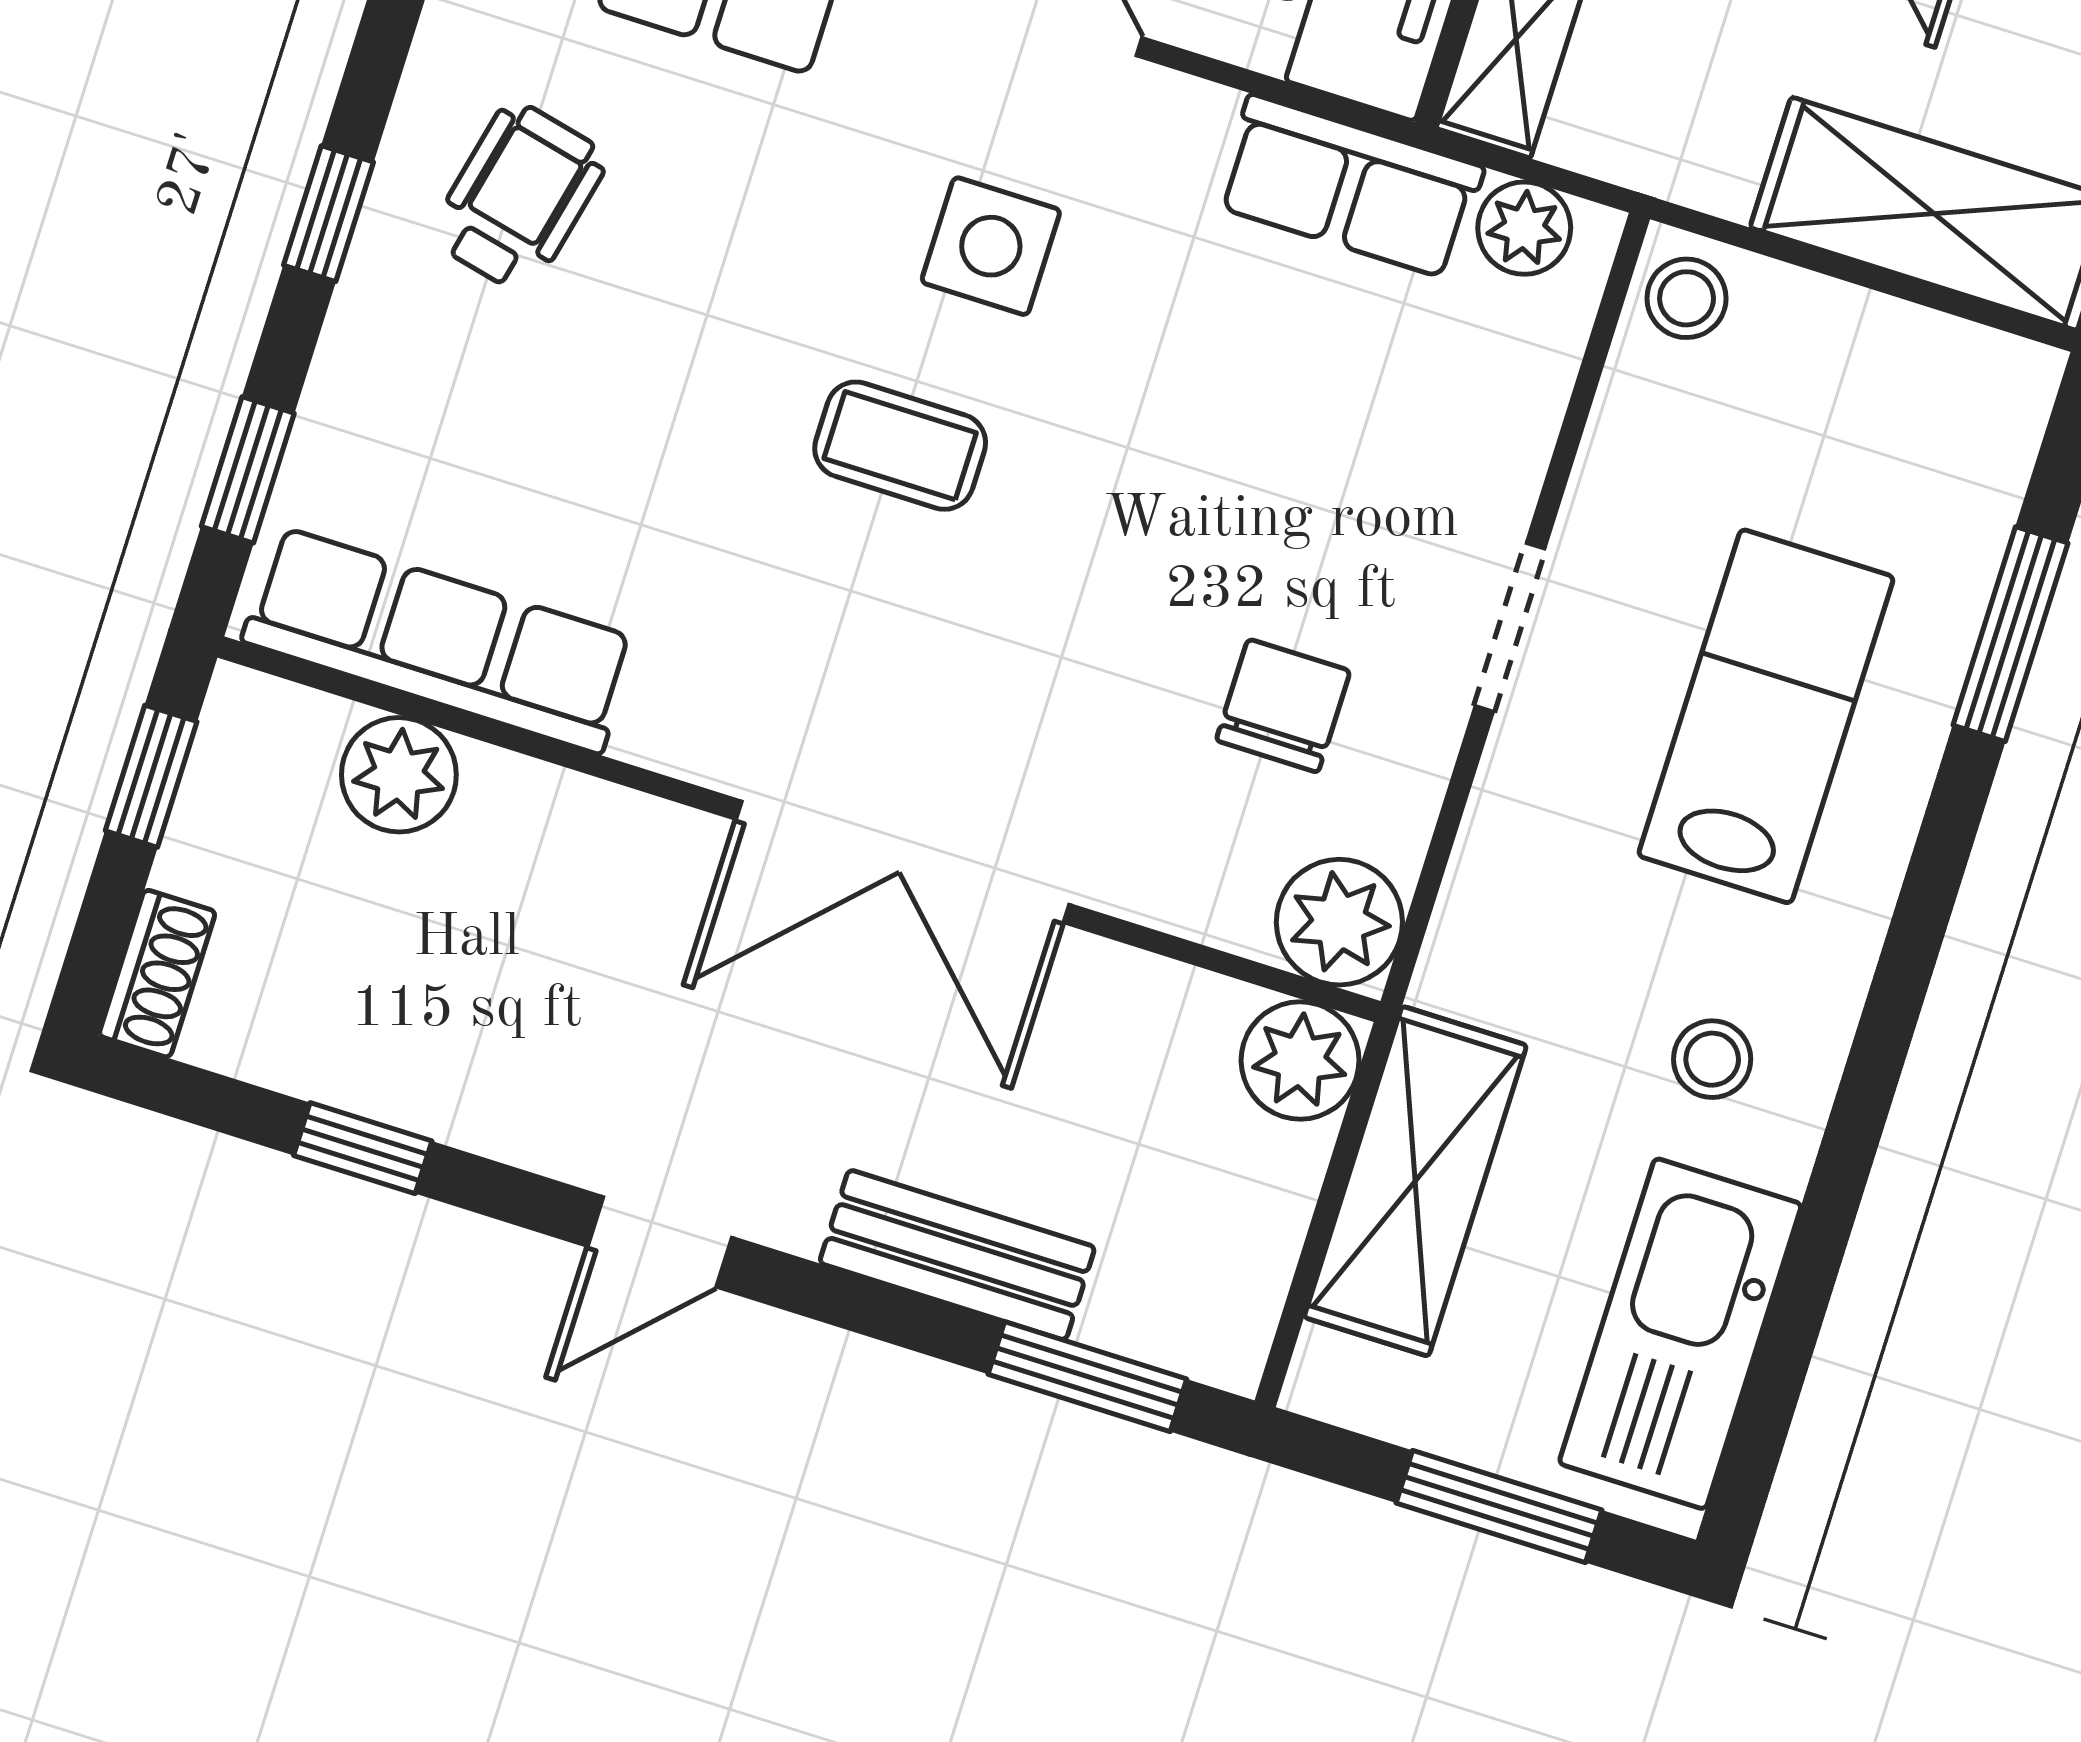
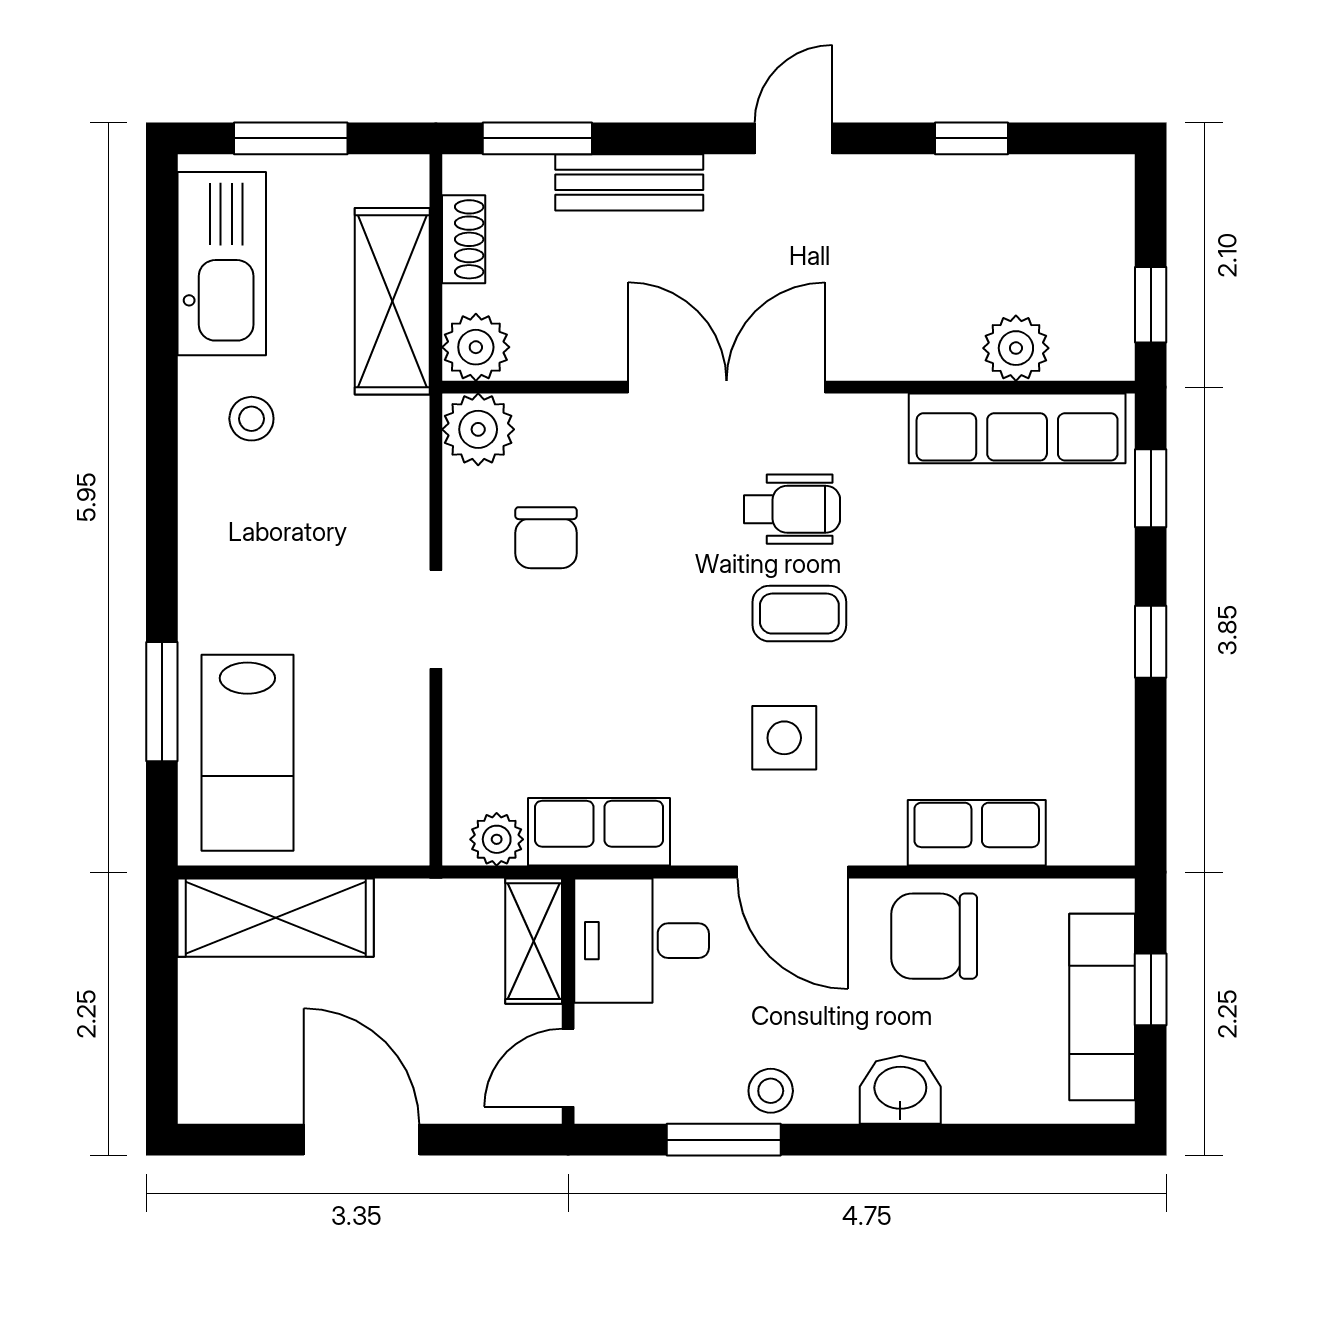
wheelchair: (519, 197) -> (792, 509), moved, turned -103
stool: (1687, 298) -> (396, 829), removed
lab bench: (1766, 716) -> (247, 753), moved
shoe rack: (157, 974) -> (464, 239), moved, turned 180

